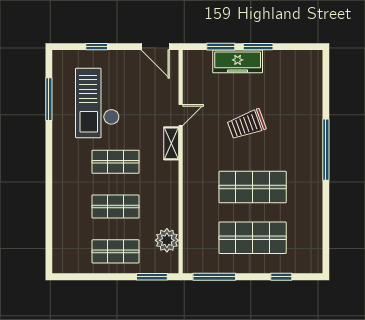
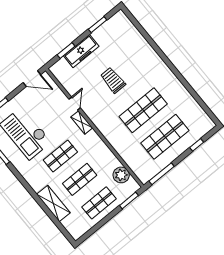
window: (258, 47) -> (98, 25), moved
trolley: (246, 124) -> (113, 80), turned 110
window: (326, 150) -> (165, 59), removed
shelving: (63, 209) -> (53, 203), added

